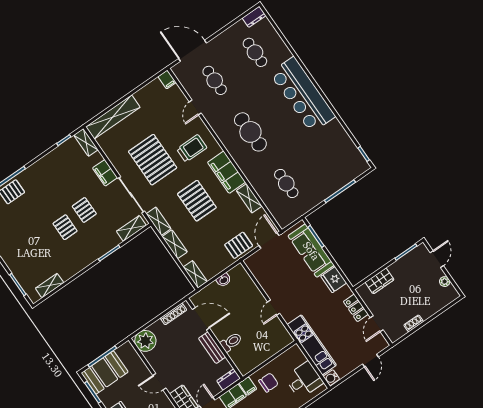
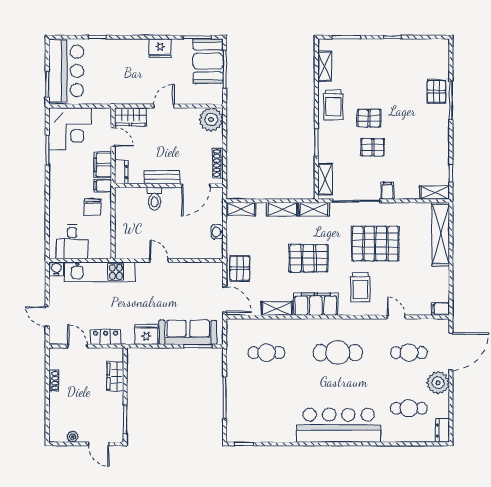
plant: (222, 44) -> (438, 383), added
filing cabinet: (105, 173) -> (387, 191), width x0.50
trolley: (73, 260) -> (333, 105), added

